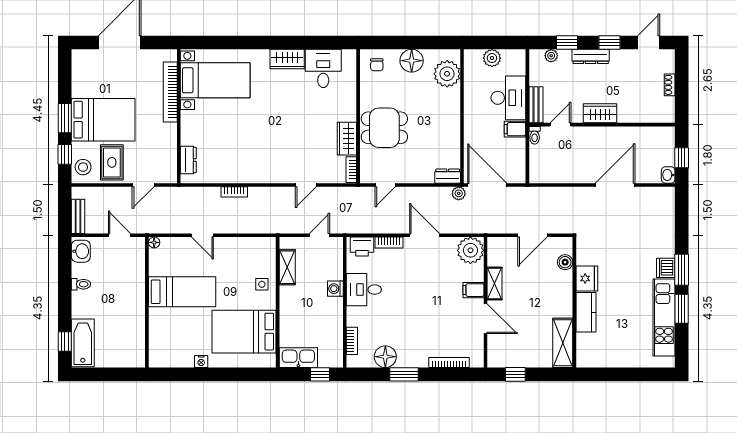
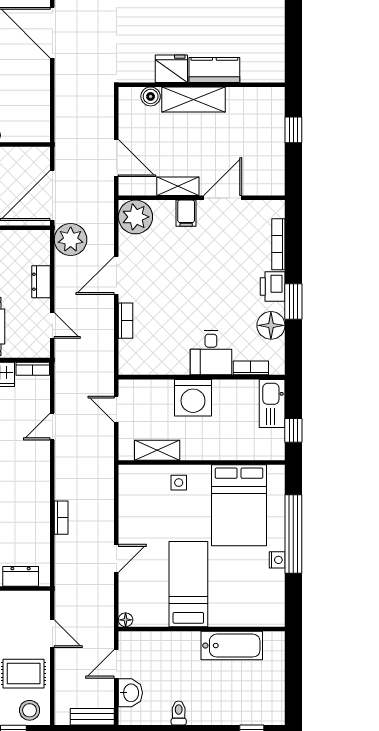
dresser: (448, 176) -> (41, 282), moved
door: (306, 185) -> (52, 426), swing flipped
plant: (459, 193) -> (71, 240), width x1.88, depth x1.88
door: (532, 235) -> (116, 158), moved
printer: (362, 247) -> (273, 286), moved, turned 180
washbasin: (81, 251) -> (130, 693), moved, turned 90
washing machine: (335, 289) -> (193, 398), width x1.89, depth x1.89
desk: (364, 290) -> (211, 353), moved
bathtub: (83, 343) -> (232, 646), moved, turned 180
shelving: (563, 343) -> (194, 99), moved
kitchen sink: (298, 358) -> (272, 403), moved
window: (222, 374) -> (293, 534), added
window: (320, 374) -> (293, 430), moved
window: (515, 374) -> (293, 130), moved

